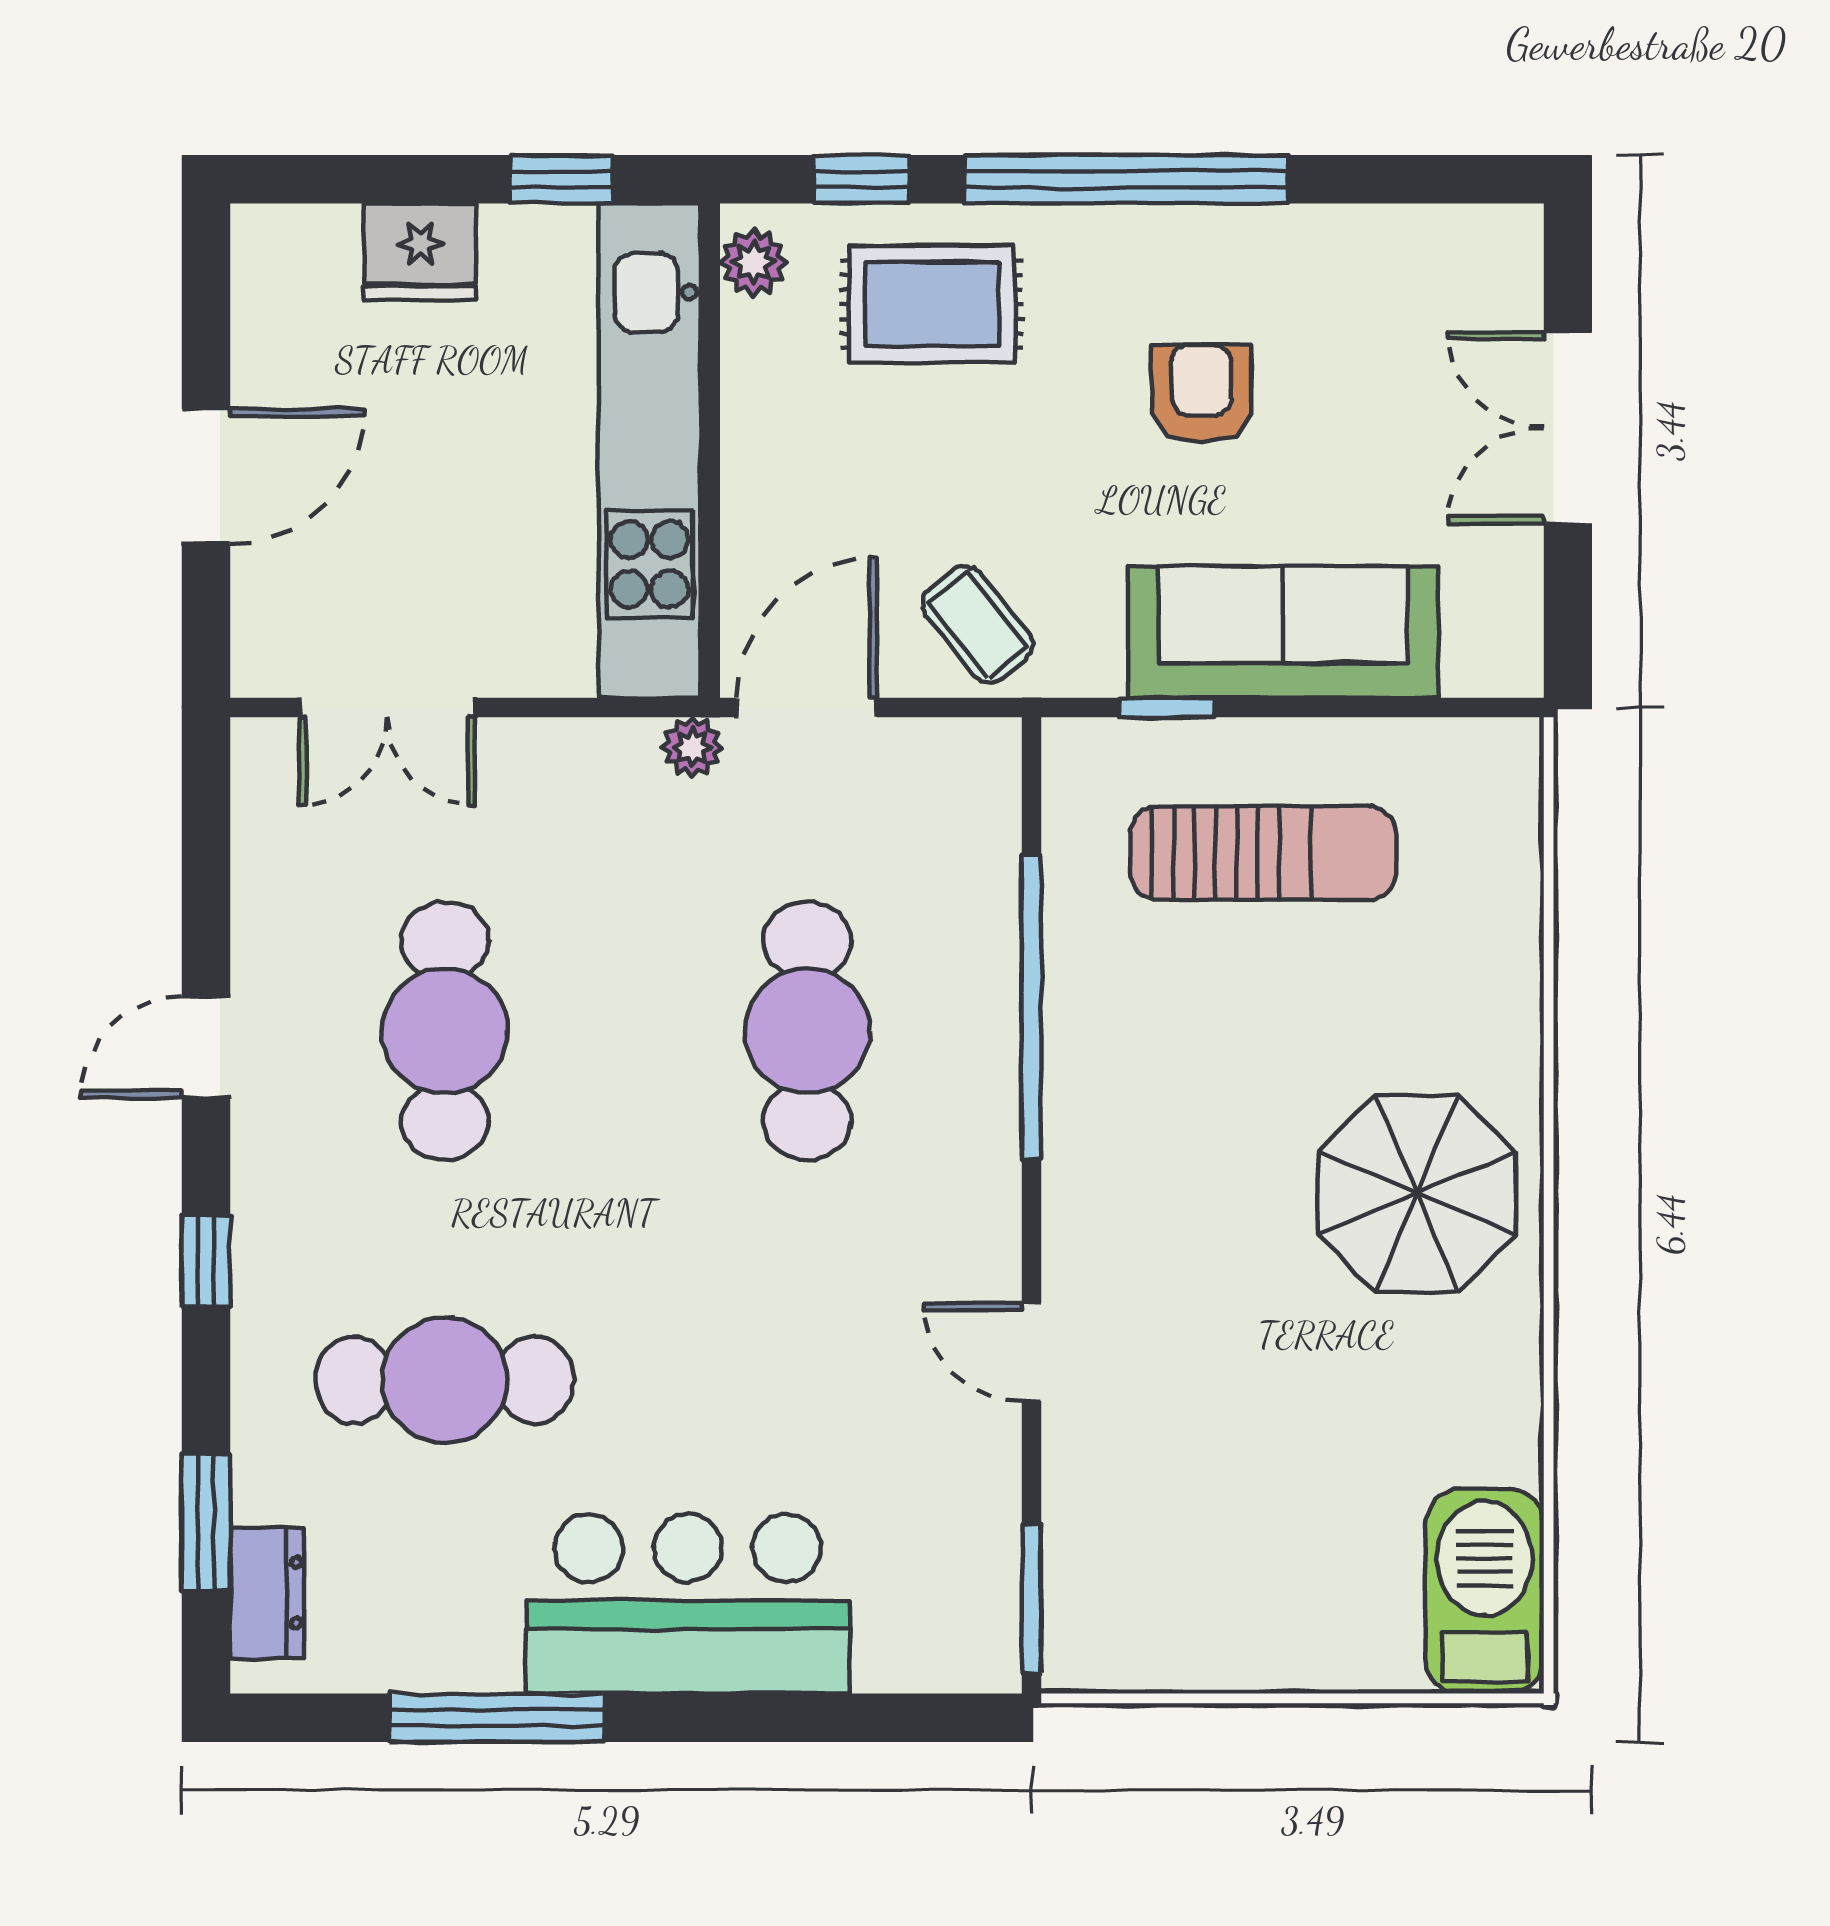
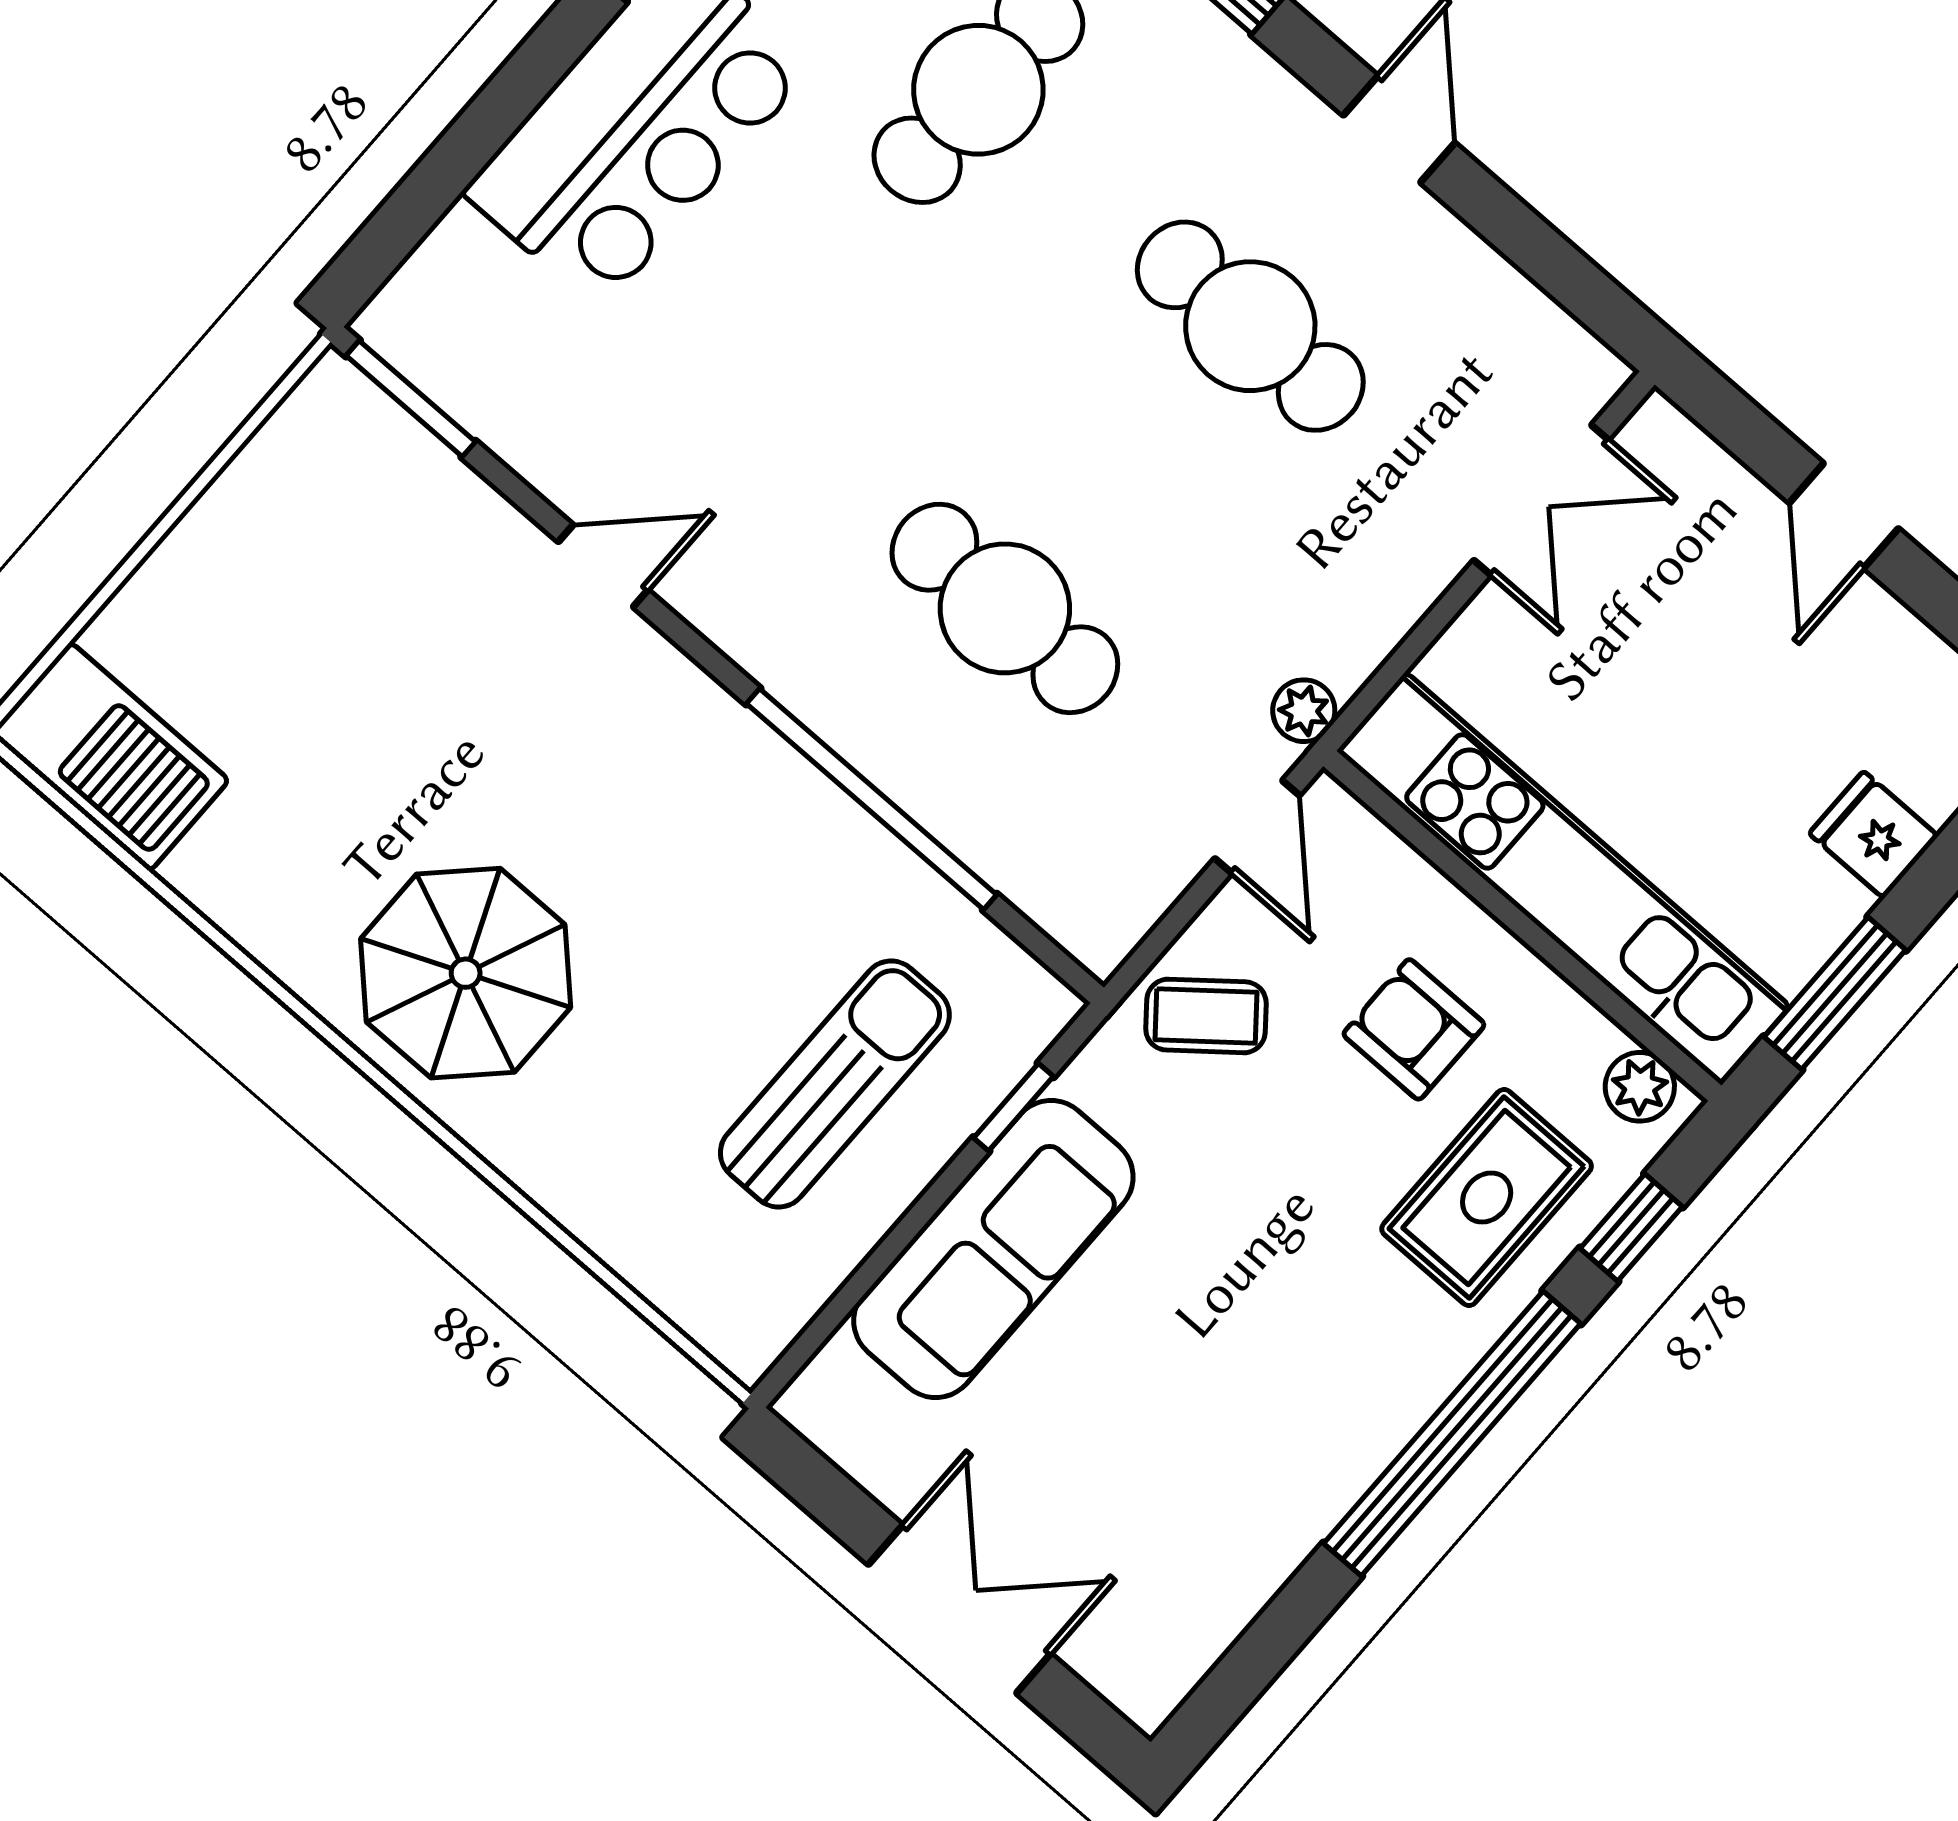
window: (561, 179) -> (1835, 993), width x1.50
fridge: (420, 252) -> (1874, 835), width x0.72
armchair: (1201, 394) -> (1414, 1029), moved, turned 180
door: (206, 476) -> (1844, 516), width x0.73
double door: (387, 708) -> (1541, 500), swing flipped
door: (807, 708) -> (1257, 827), width x0.73
sun lounger: (1263, 853) -> (835, 1084), turned 180

